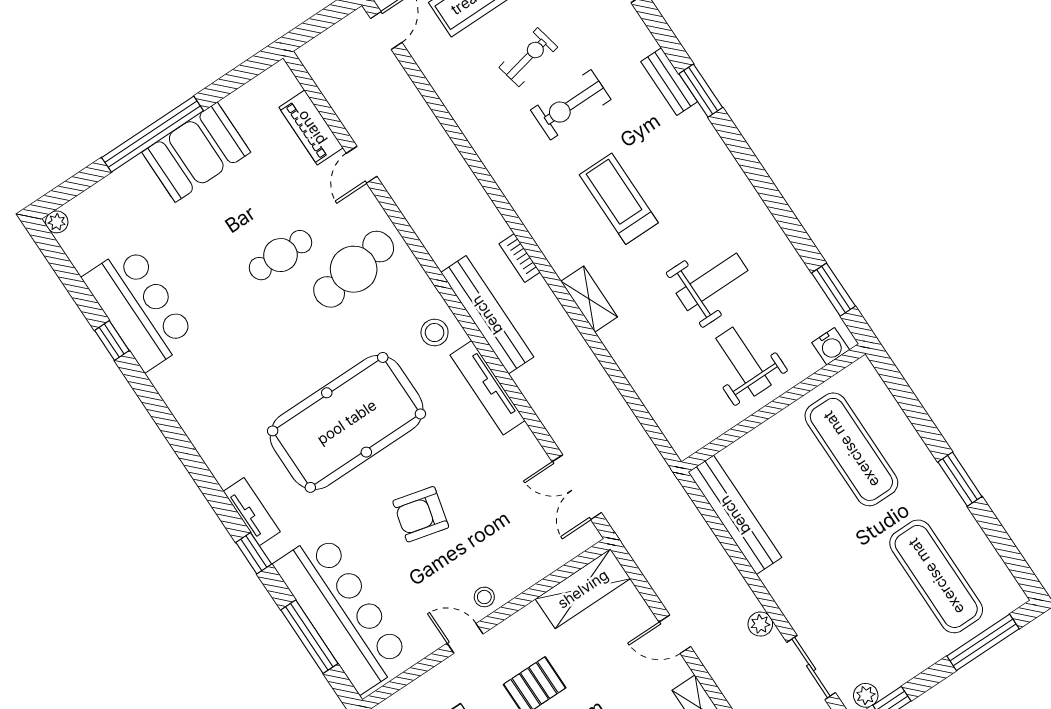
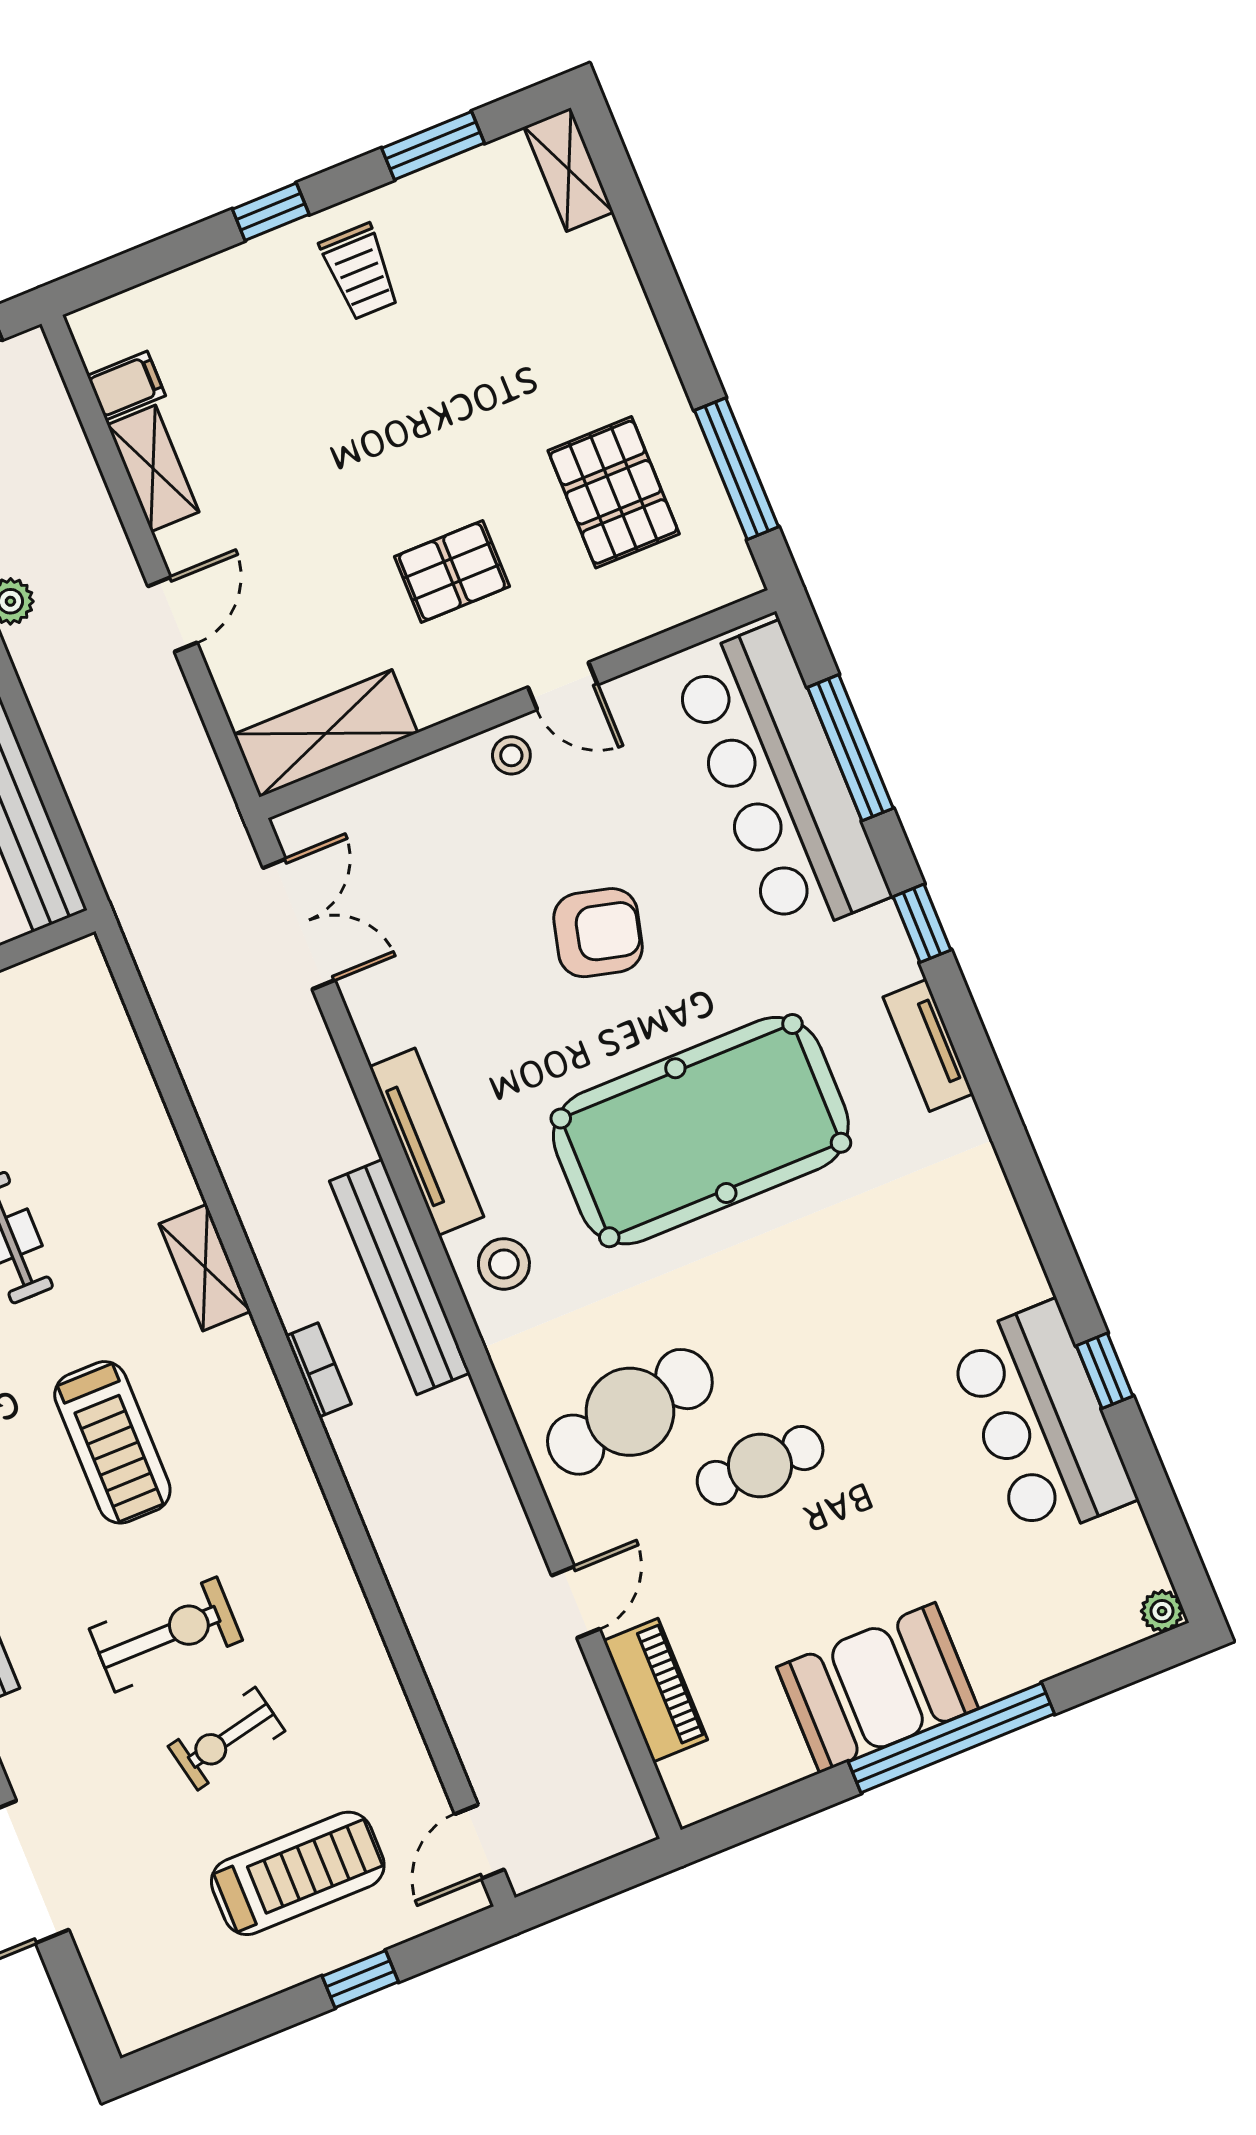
tv unit: (252, 512) -> (928, 1045), moved
door: (675, 634) -> (172, 614), hinge flipped

